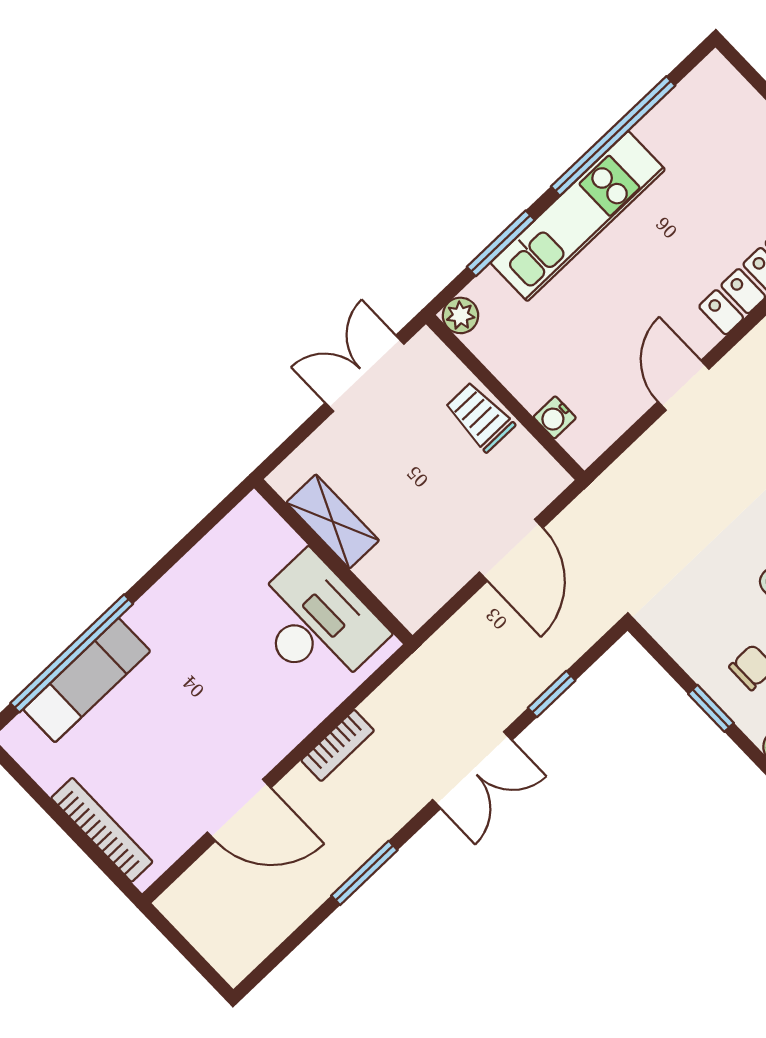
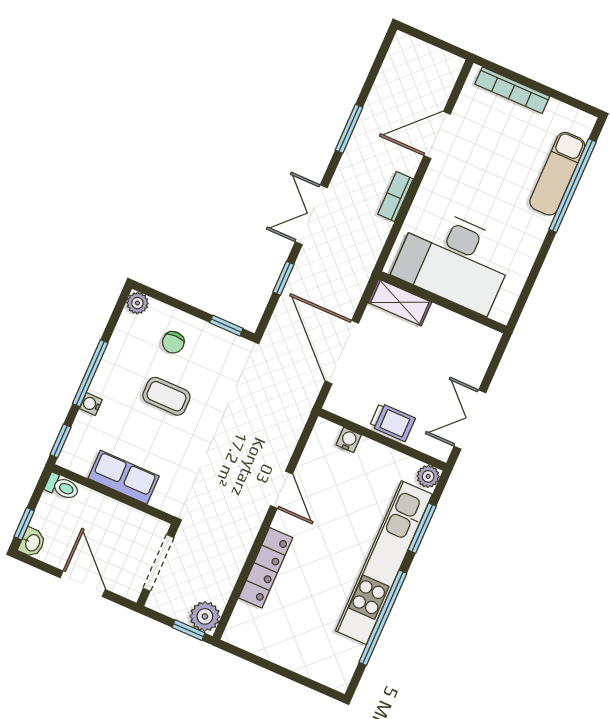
kitchen unit: (578, 216) -> (384, 563), width x1.36
double door: (365, 373) -> (470, 419), swing flipped
shelving: (333, 522) -> (400, 302), moved
door: (511, 550) -> (342, 352), width x1.36
desk: (316, 623) -> (454, 260), width x1.36, depth x1.30
window: (711, 708) -> (226, 326), moved

